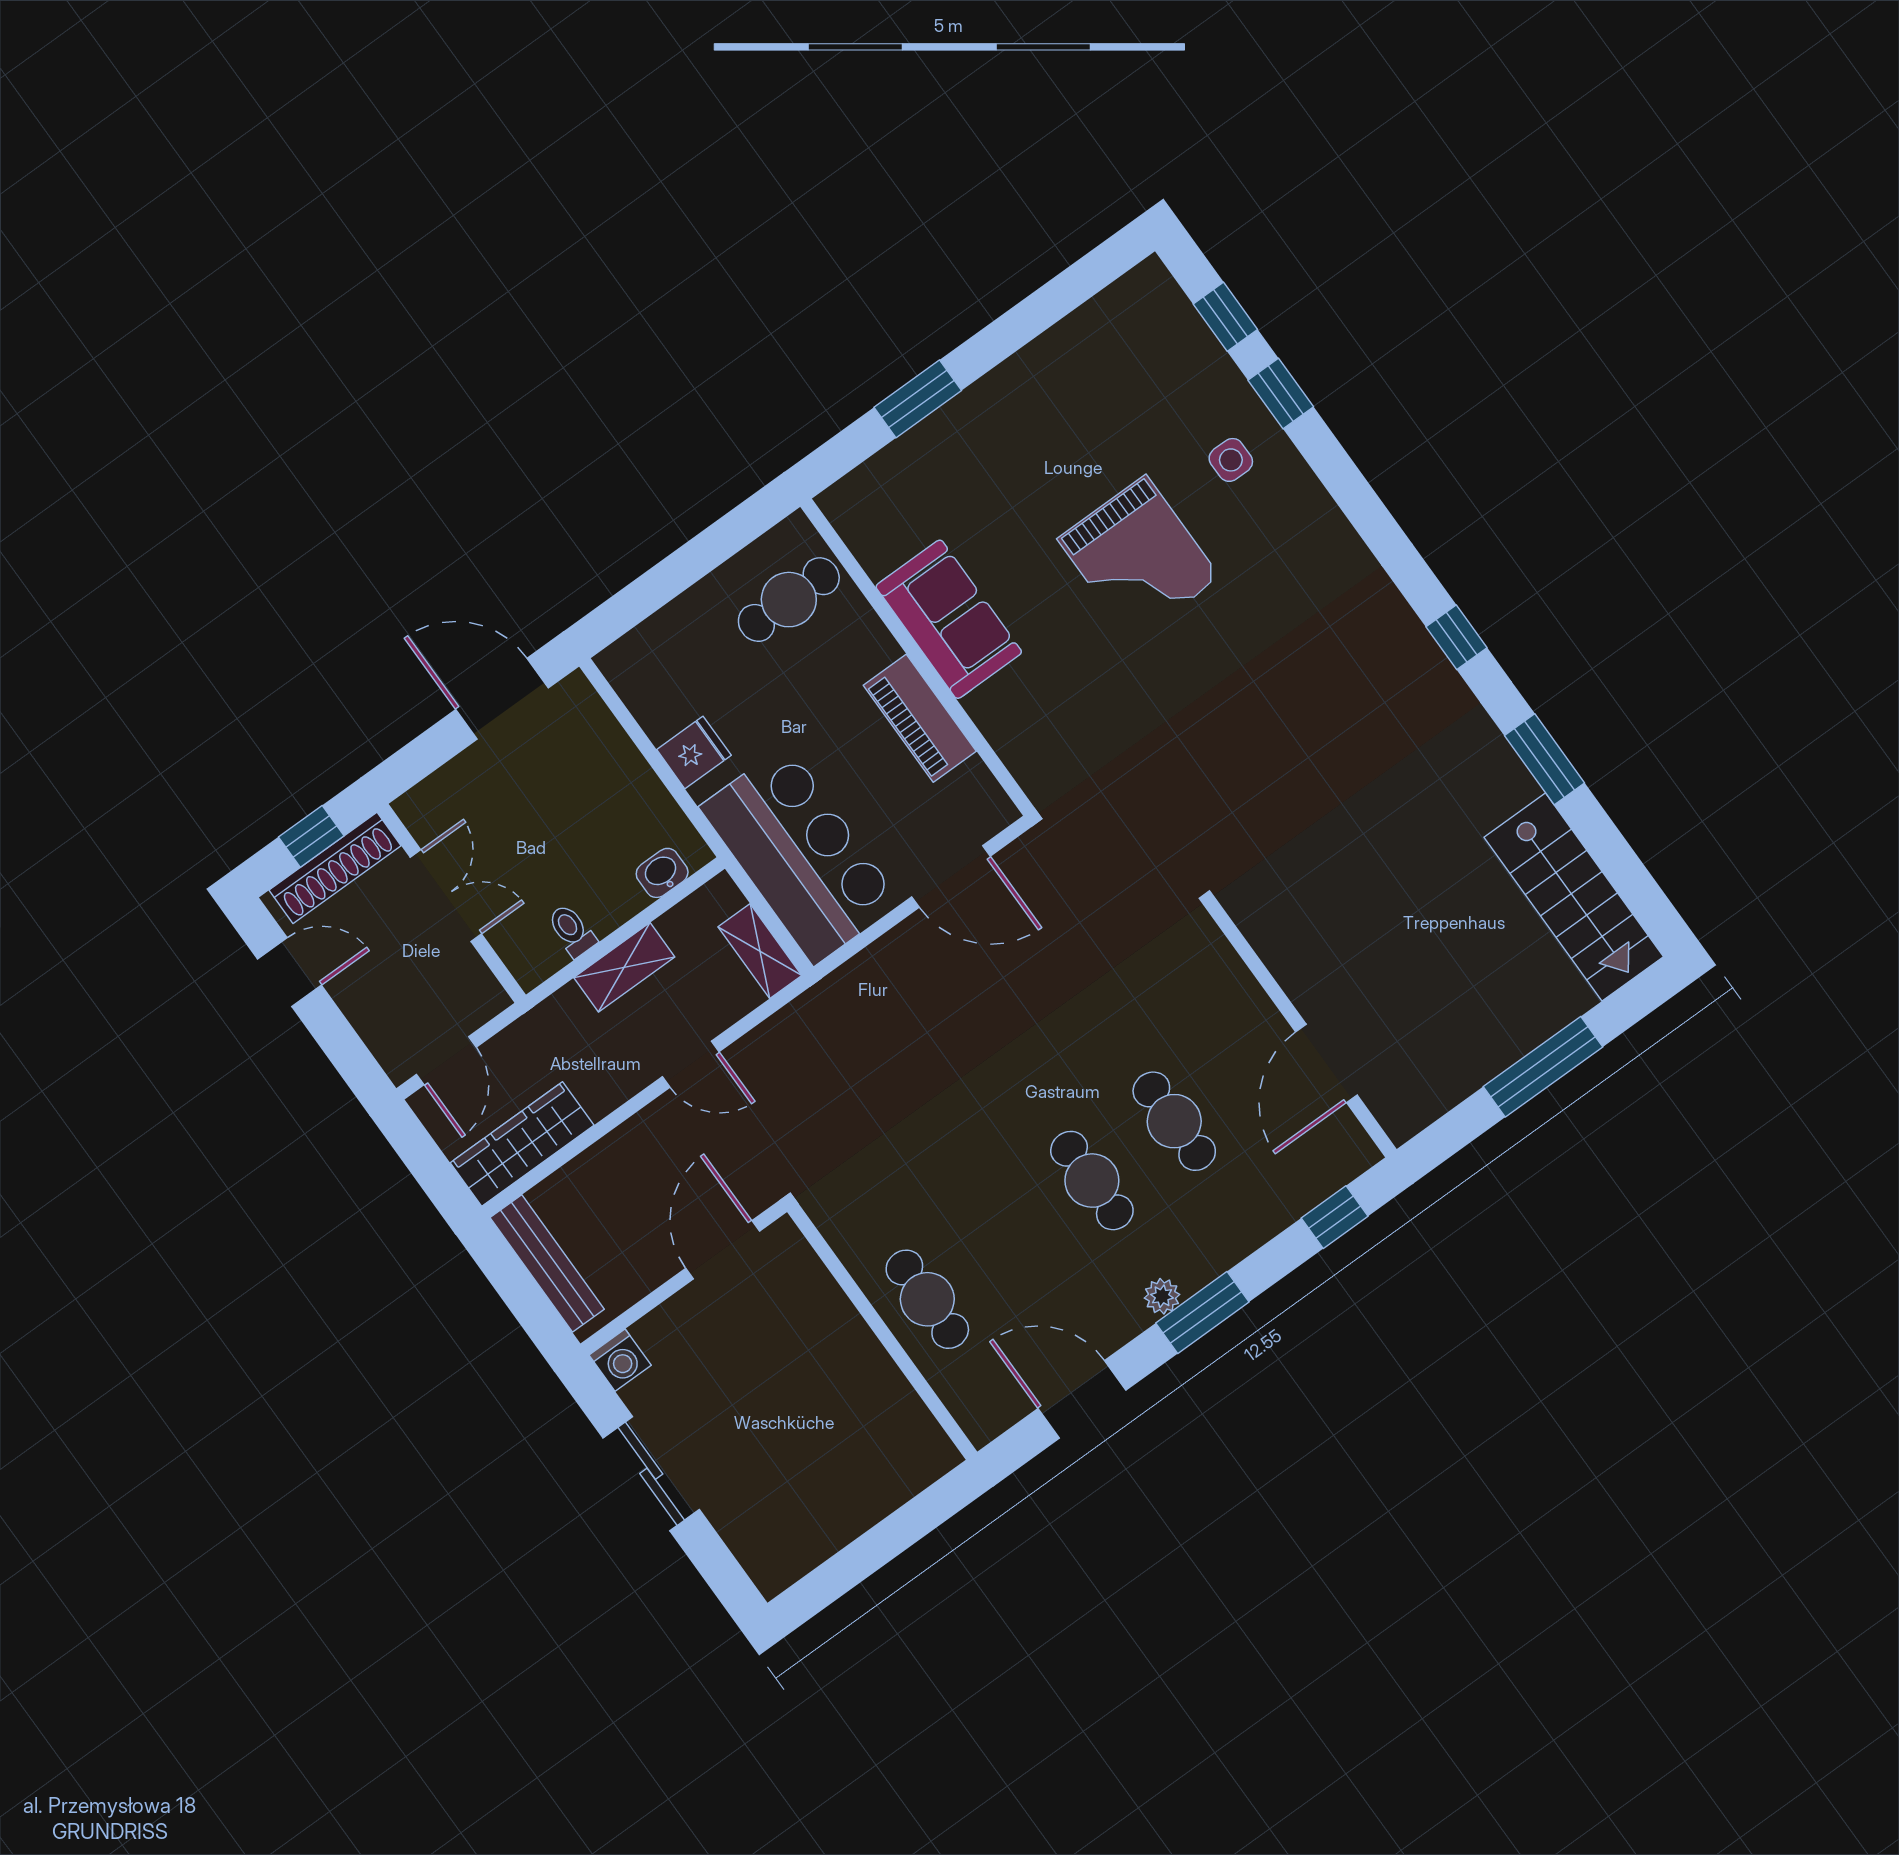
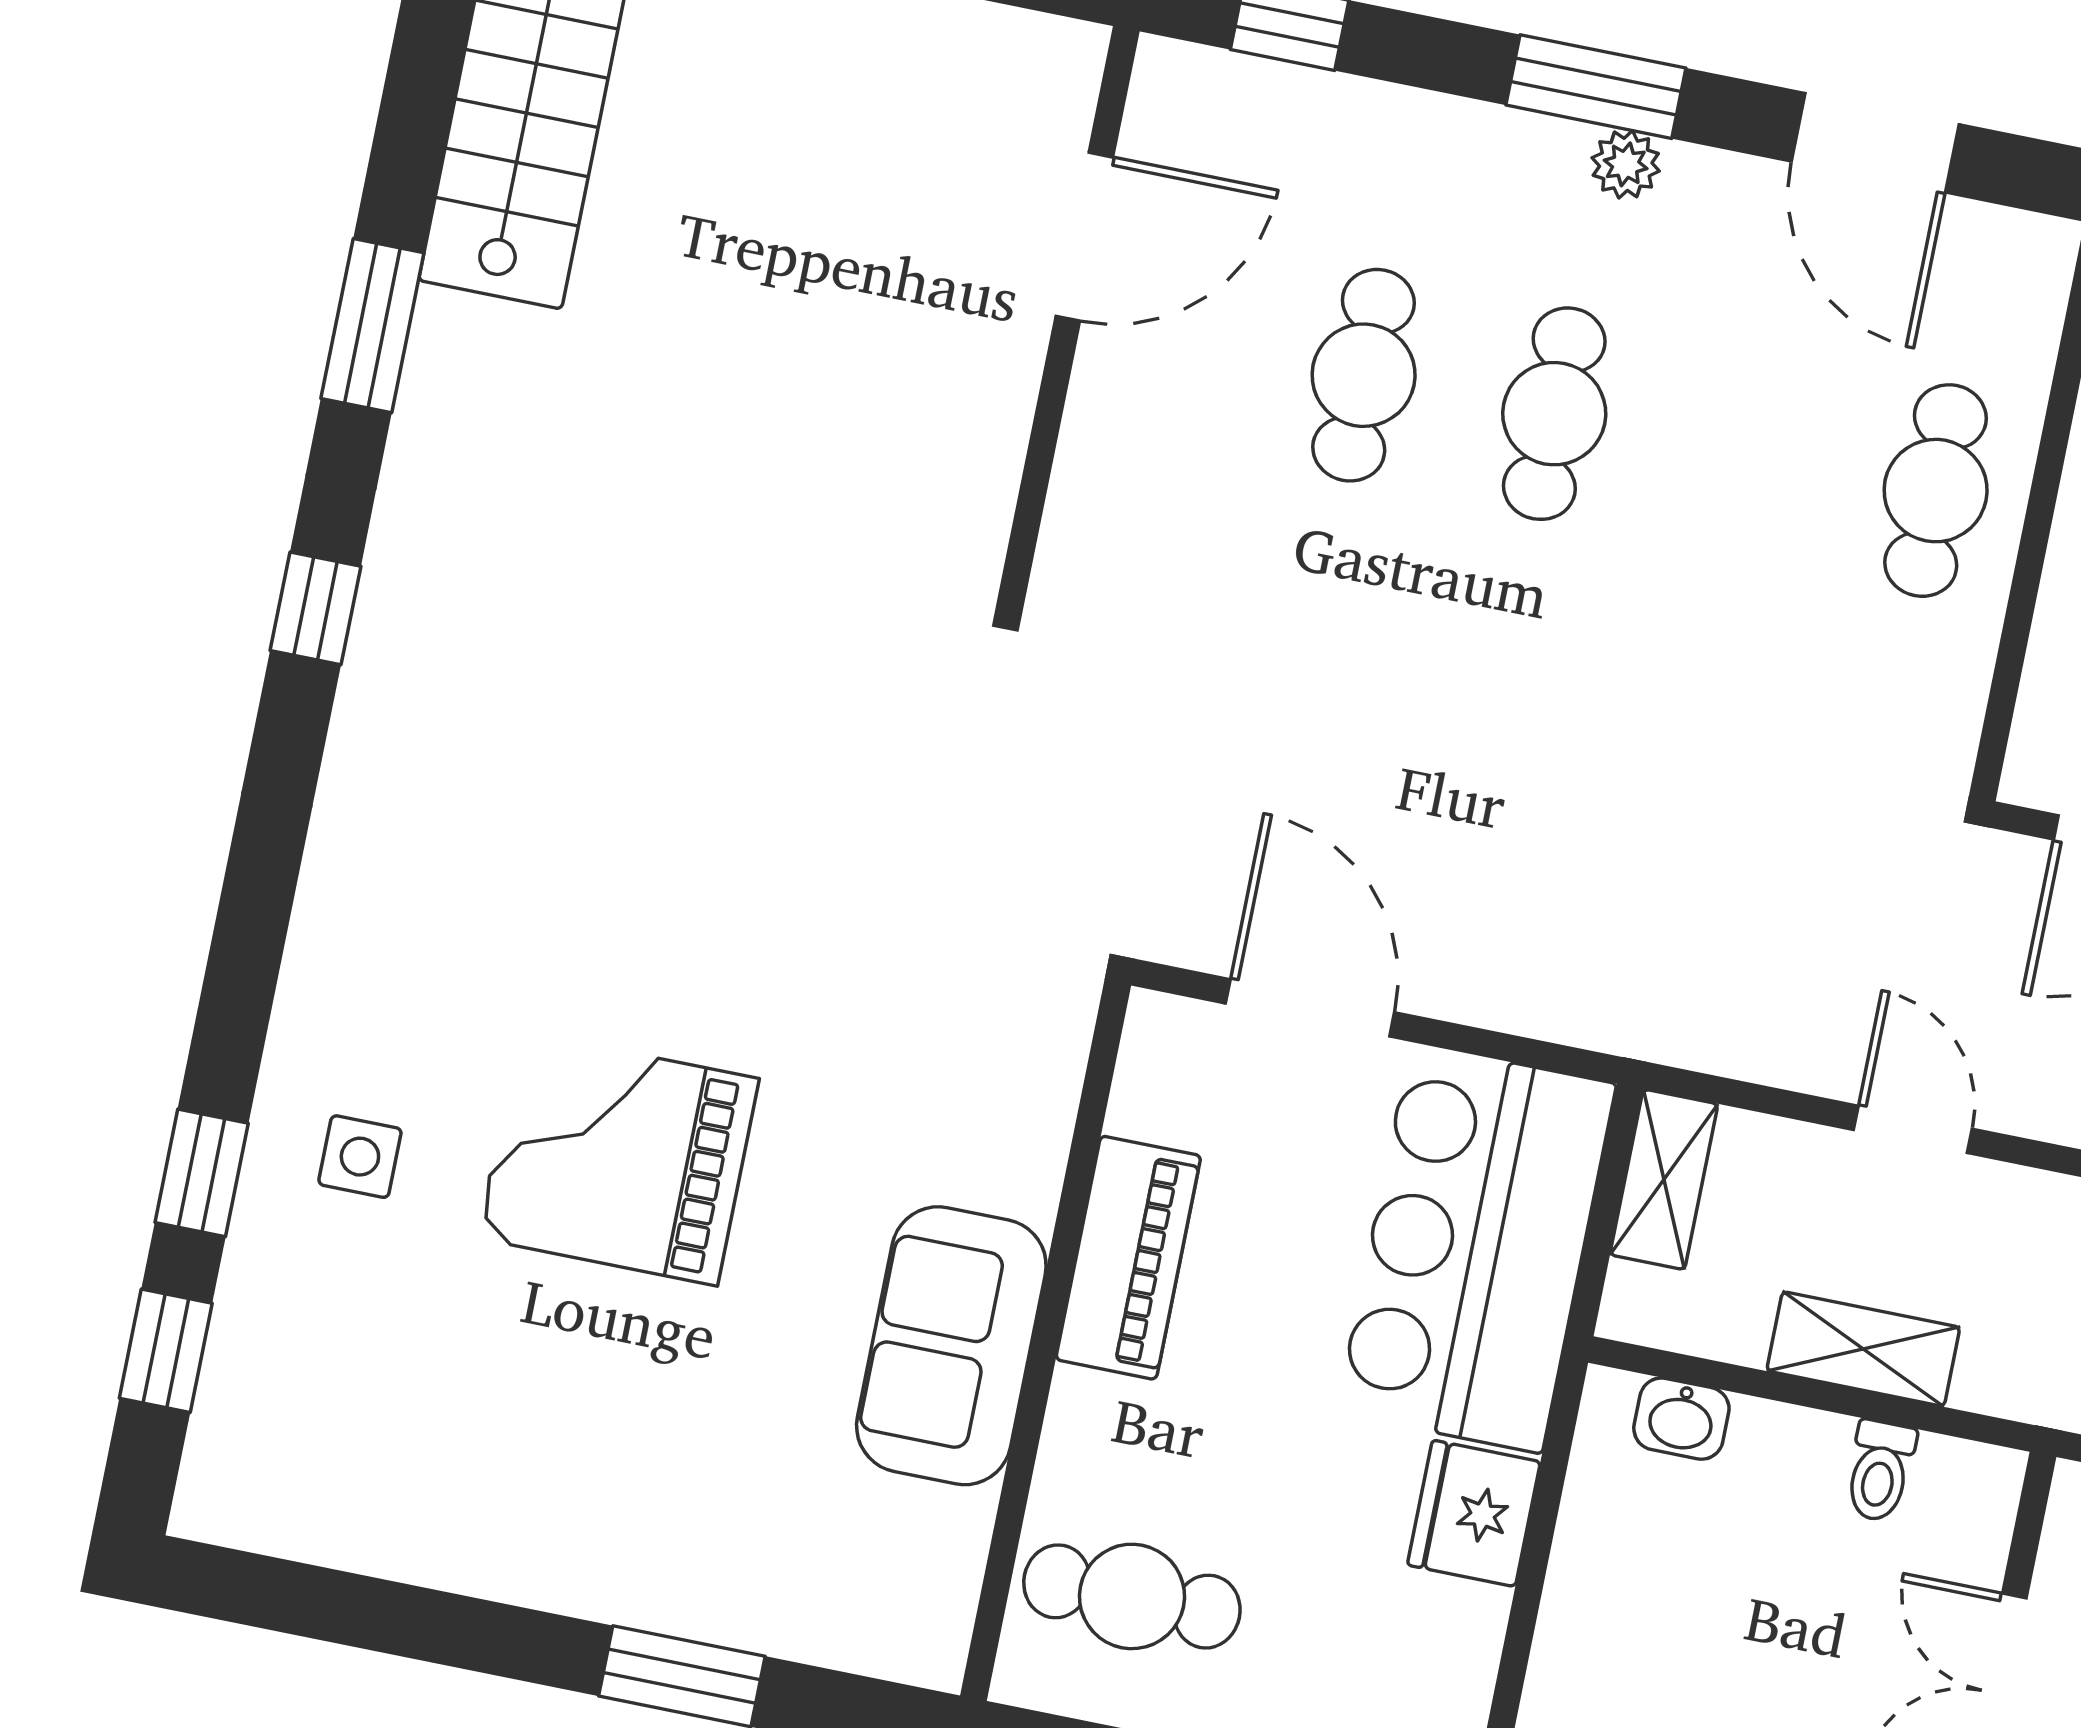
grand piano: (1139, 558) -> (618, 1158), turned -90
fridge: (694, 752) -> (1474, 1513), width x1.38

